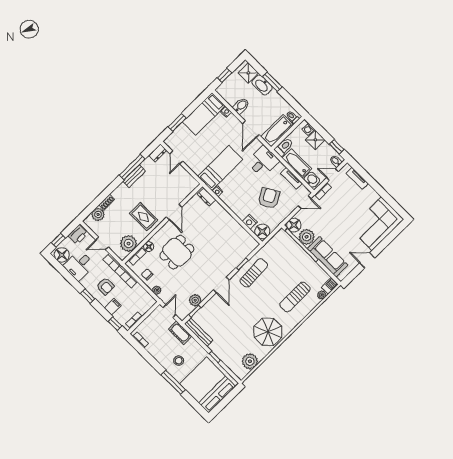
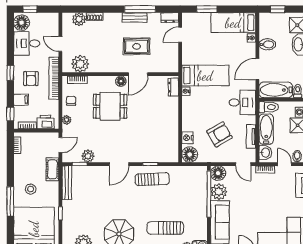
rug: (144, 217) -> (137, 46), moved, turned 90
printer: (78, 235) -> (45, 122), moved, turned 180
floor lamp: (149, 247) -> (121, 81), moved

